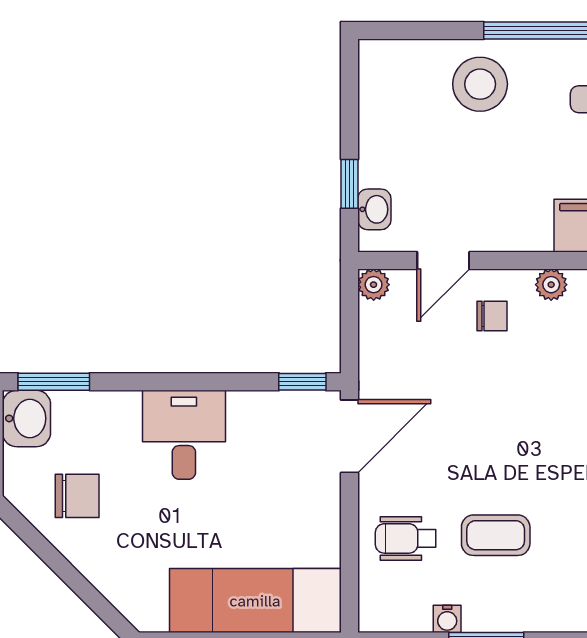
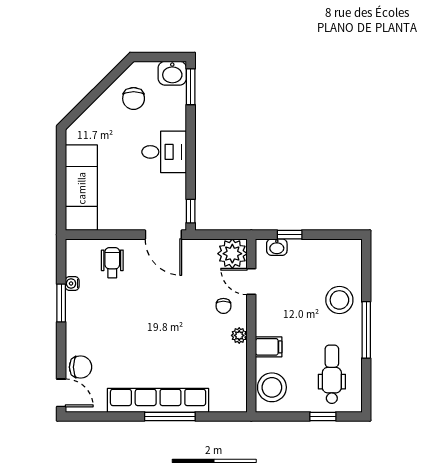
plant: (374, 285) -> (232, 254), width x1.88, depth x1.88
coffee table: (496, 535) -> (114, 308), removed

